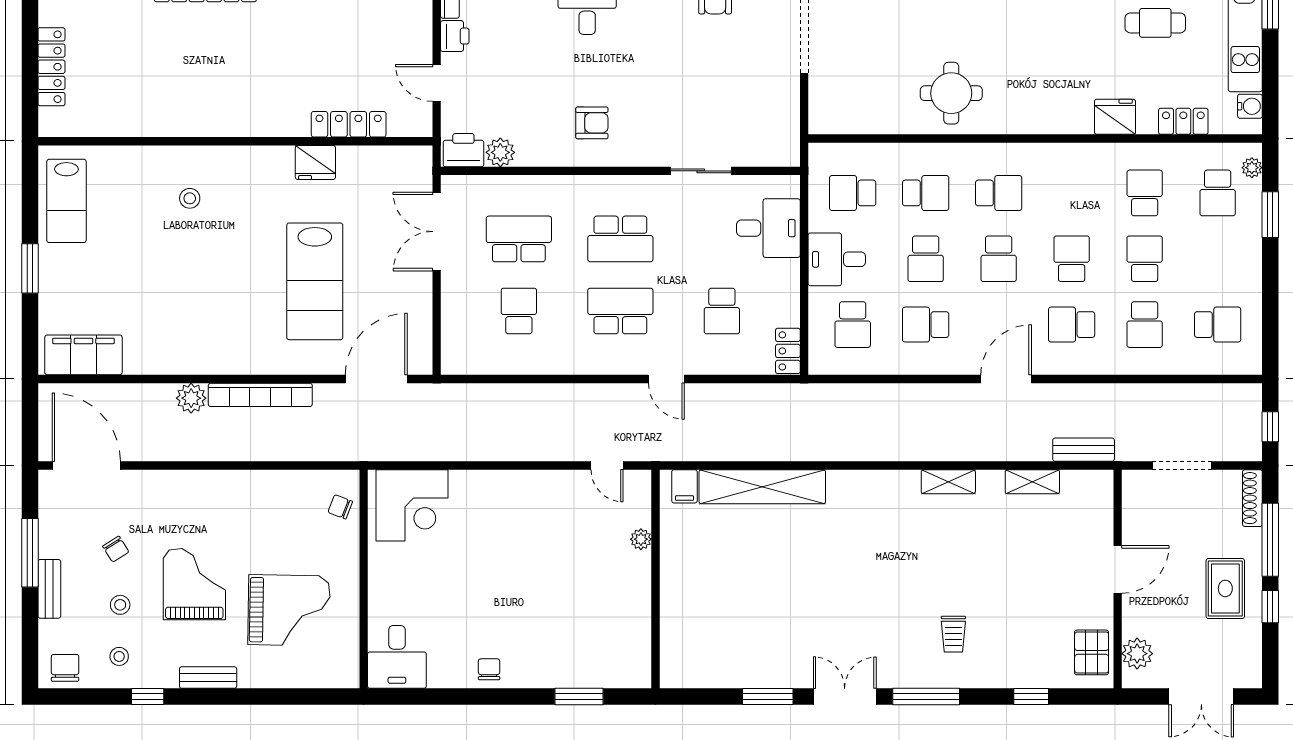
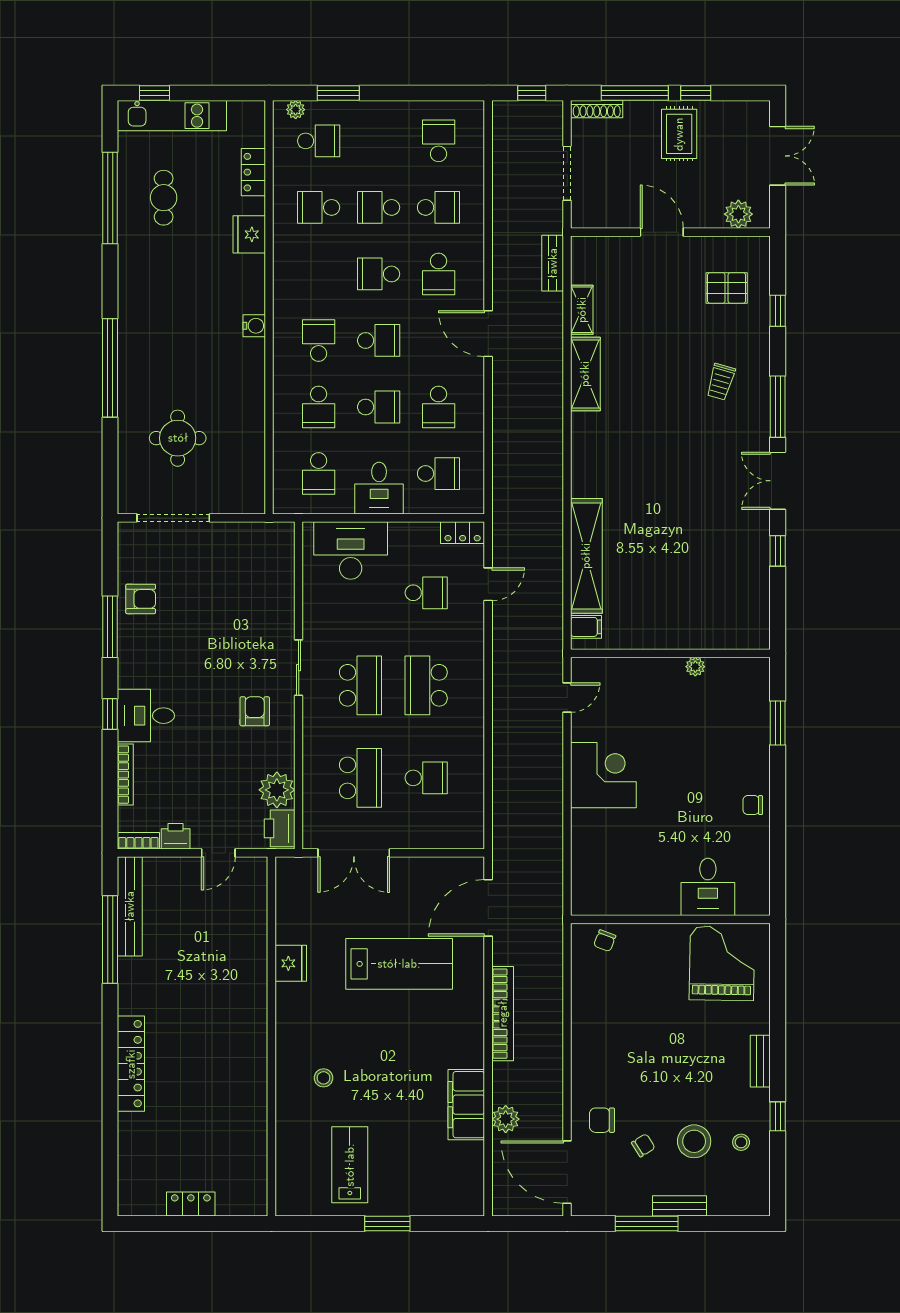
locker: (51, 67) -> (191, 1204), width x0.66
round table: (951, 93) -> (178, 438), moved
water cooler: (1250, 106) -> (254, 326), moved, turned 90
locker: (349, 124) -> (256, 933), removed
plant: (500, 152) -> (277, 790), width x1.36, depth x1.36
sliding door: (701, 171) -> (299, 668), moved
school desk: (926, 193) -> (319, 407), turned 180
lab bench: (66, 201) -> (350, 1165), moved, turned -90
desk: (768, 228) -> (351, 550), width x1.37
school desk: (519, 239) -> (361, 778), turned 180
school desk: (519, 311) -> (426, 778), turned 180
filing cabinet: (83, 355) -> (466, 1105), moved
door: (376, 379) -> (488, 908), hinge flipped
door: (666, 379) -> (488, 584), moved
plant: (191, 398) -> (506, 1119), moved
door: (86, 465) -> (567, 1172), hinge flipped
shelving: (948, 482) -> (585, 374), width x1.50, depth x1.33
corner desk: (412, 505) -> (603, 775), moved
plant: (641, 539) -> (695, 667), moved
grand piano: (194, 584) -> (675, 1074), removed
rug: (1225, 588) -> (679, 134), turned 90
stool: (120, 605) -> (694, 1141), width x1.89, depth x1.89
grand piano: (289, 610) -> (722, 963), moved
trolley: (953, 634) -> (721, 382), turned 106
pallet: (1092, 652) -> (727, 288), moved
desk: (397, 657) -> (708, 887), moved, turned 90
chair: (65, 668) -> (602, 1120), moved
window: (768, 697) -> (778, 551), width x0.67

